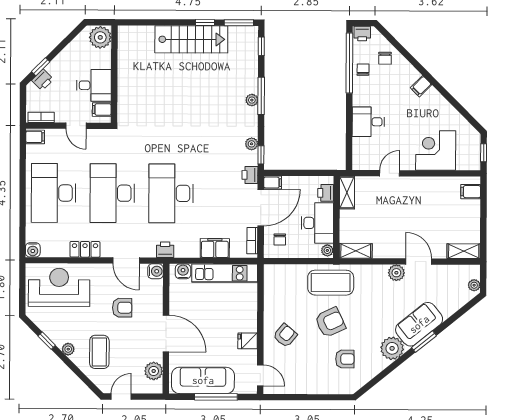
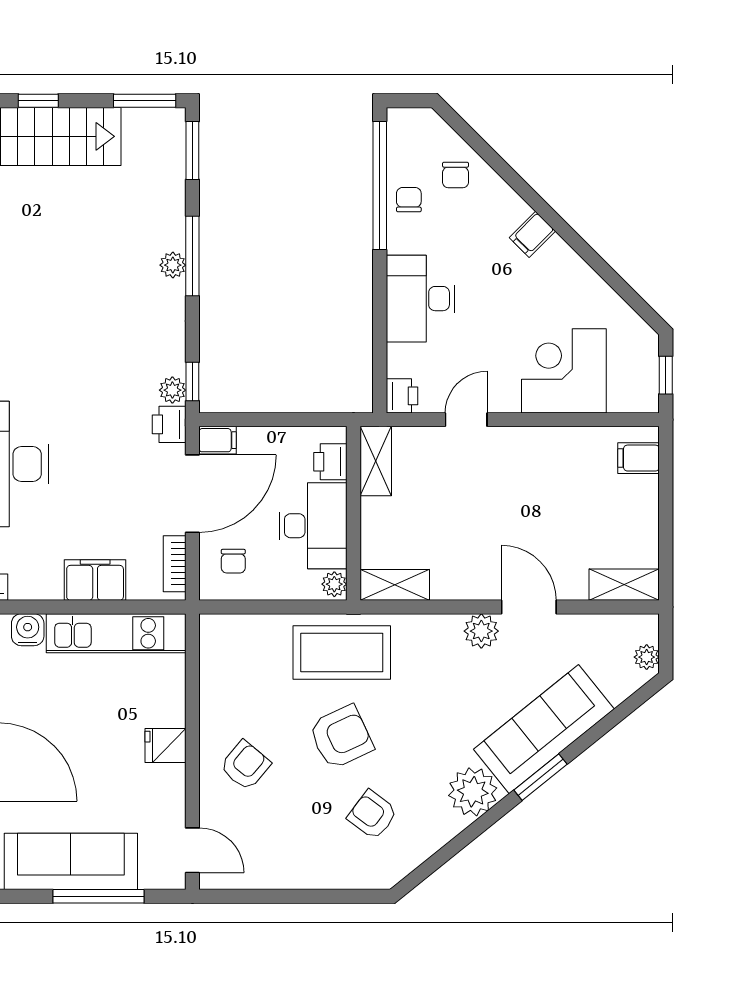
window: (205, 23) -> (38, 101), moved
printer: (362, 34) -> (402, 396), moved, turned -90
window: (261, 46) -> (192, 150), width x1.50
desk: (368, 122) -> (421, 299), width x1.37
plant: (252, 144) -> (172, 390), moved
sofa: (419, 324) -> (544, 729), width x1.36
fridge: (248, 341) -> (165, 746), moved
armchair: (345, 359) -> (372, 815), turned -143

